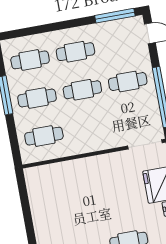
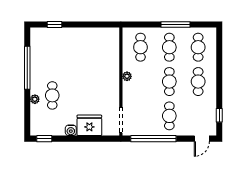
window: (115, 16) -> (219, 115), width x0.46
plant: (86, 147) -> (127, 76), added

